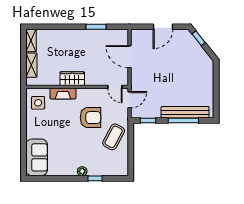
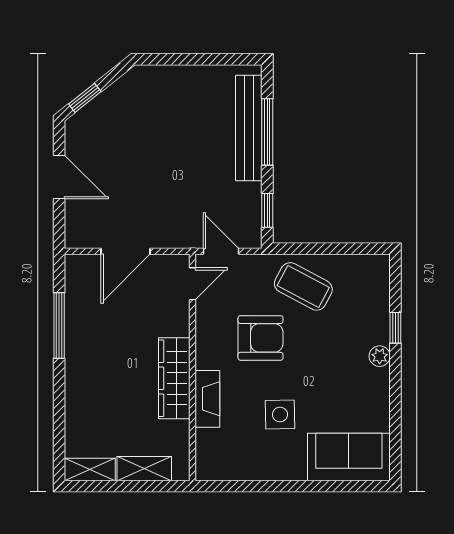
window: (96, 27) -> (59, 326), width x1.44
wardrobe: (72, 79) -> (174, 378), width x1.50
side table: (38, 103) -> (280, 414), moved
armchair: (90, 118) -> (261, 338), turned 90

